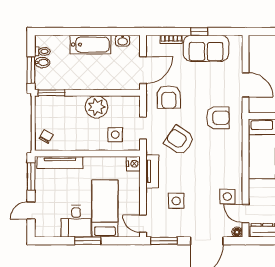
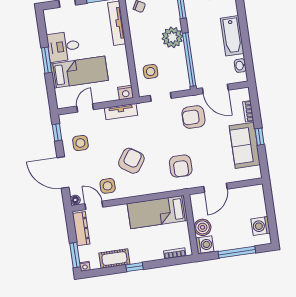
window: (109, 93) -> (189, 60), added
plant: (96, 107) -> (172, 37), moved
armchair: (179, 140) -> (131, 161), moved
side table: (176, 201) -> (80, 143), moved
door: (246, 214) -> (94, 205), hinge flipped
door: (143, 224) -> (85, 108), moved
window: (164, 241) -> (57, 132), width x0.67

